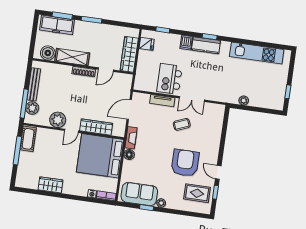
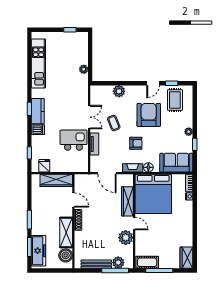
kitchen island: (170, 79) -> (74, 140), turned 180
plant: (215, 135) -> (119, 91), added
armchair: (157, 145) -> (136, 143), added
armchair: (185, 163) -> (149, 115), turned 90
wardrobe: (50, 185) -> (186, 258), moved
sofa: (139, 194) -> (176, 163), moved, turned 90

